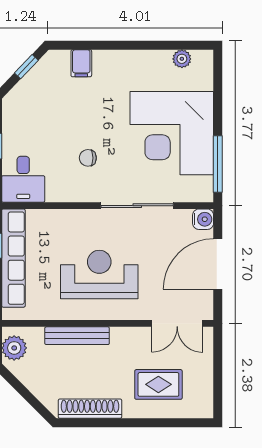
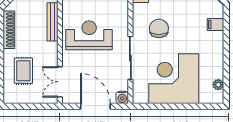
chair: (88, 158) -> (159, 28), width x1.87, depth x1.87
window: (218, 164) -> (155, 106), removed
reception desk: (99, 274) -> (89, 35), turned -90

